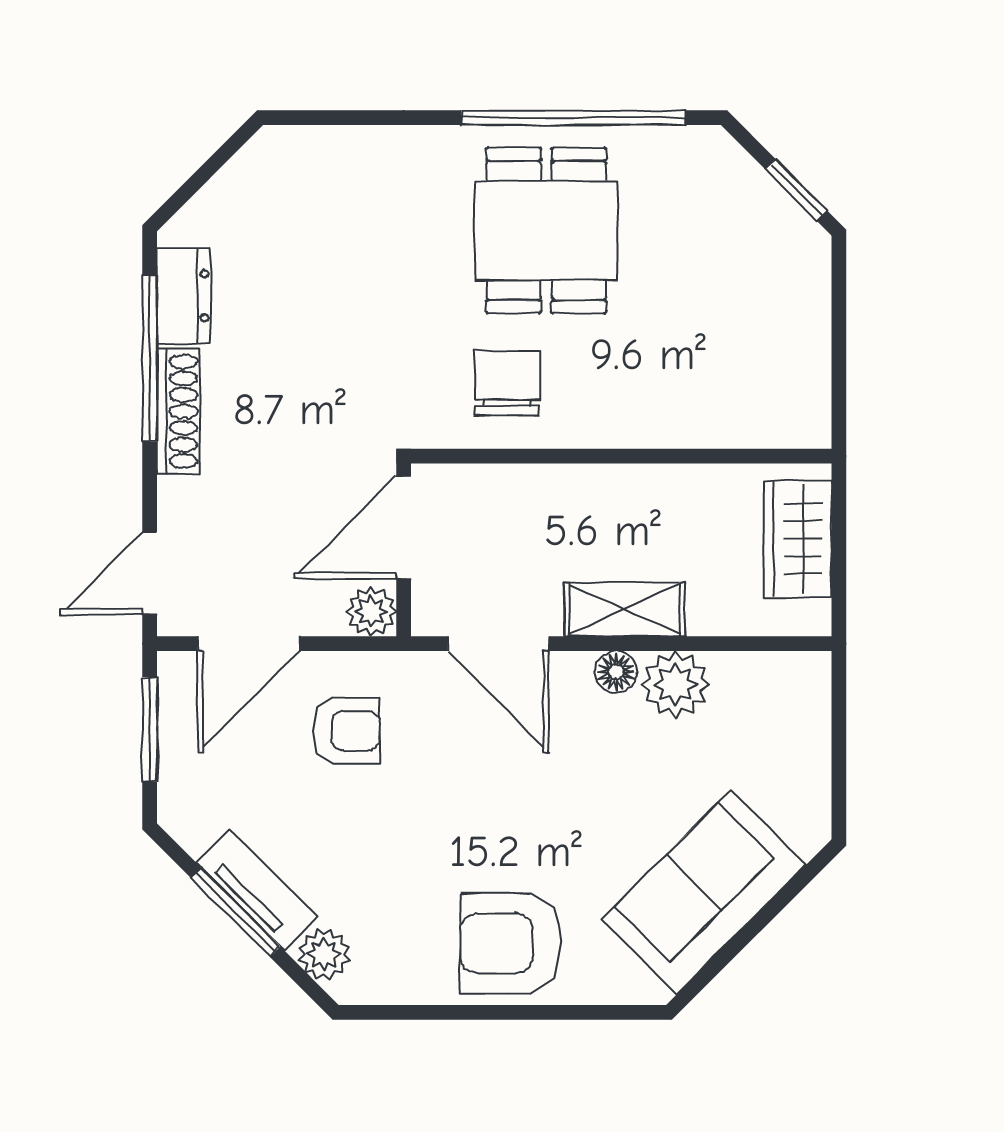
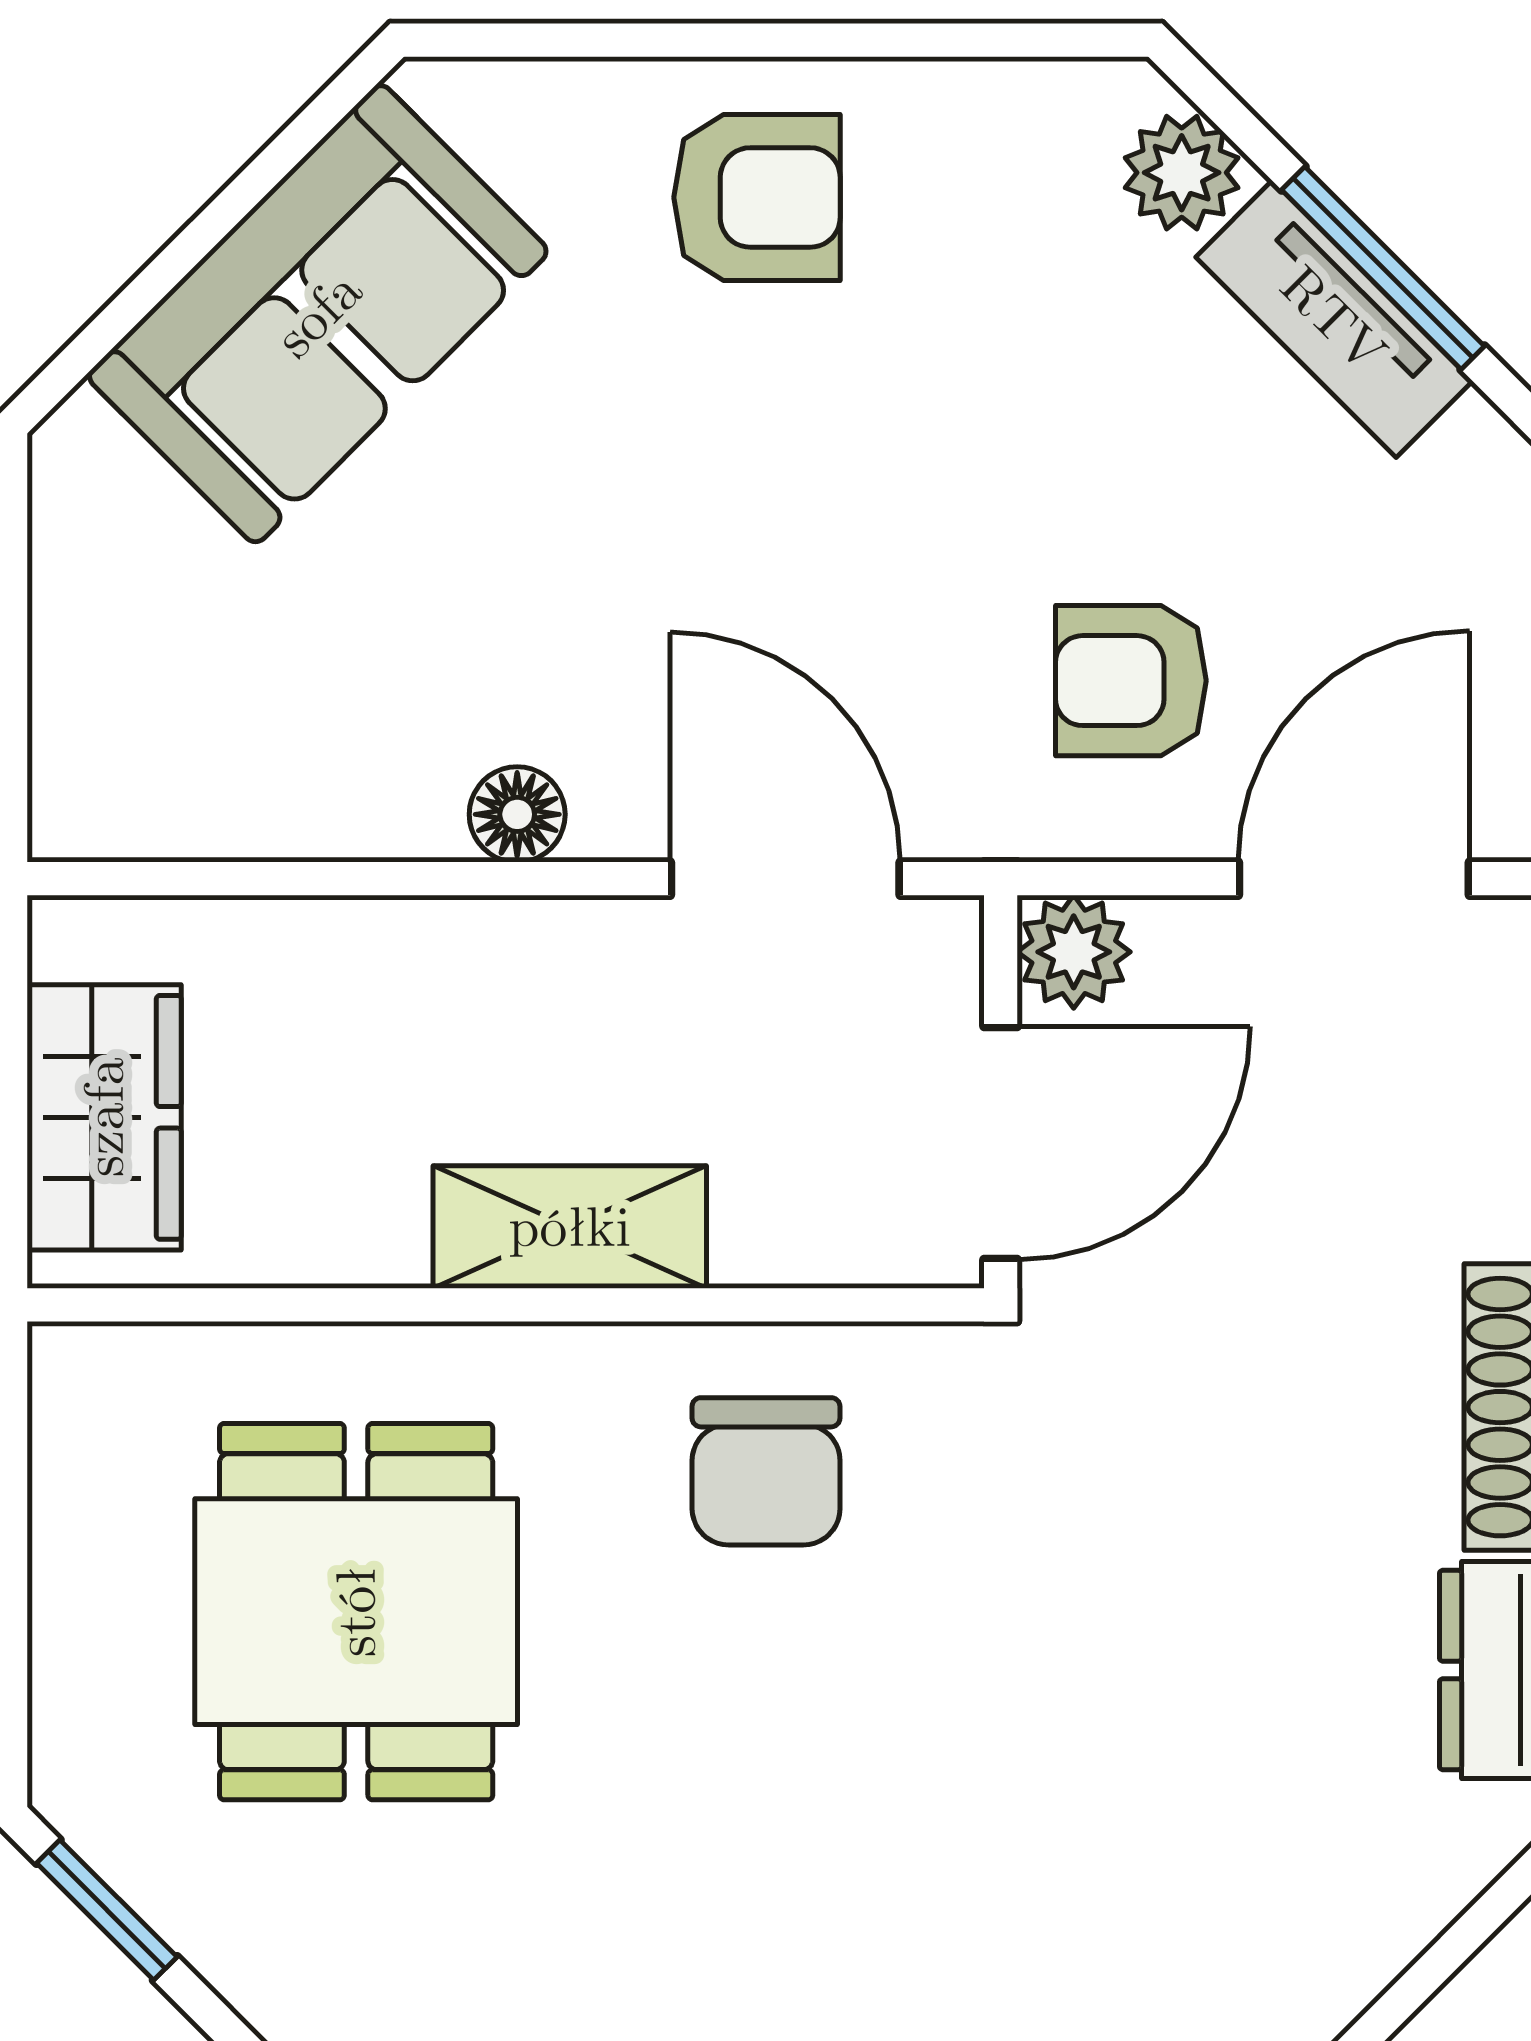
dining table: (546, 231) -> (356, 1612), moved
shelving: (624, 609) -> (570, 1227), moved
plant: (675, 684) -> (382, 786), removed
armchair: (511, 943) -> (757, 197), width x0.72, depth x0.72

